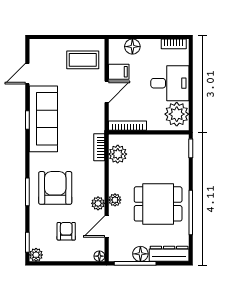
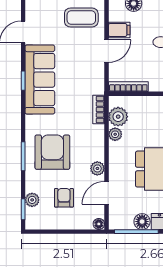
plant: (115, 200) -> (115, 134), moved
plant: (36, 255) -> (32, 200), moved

